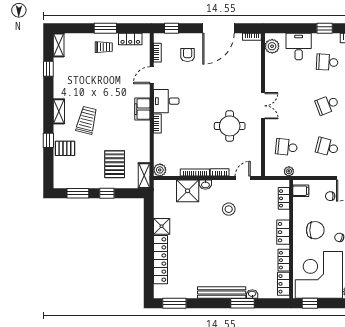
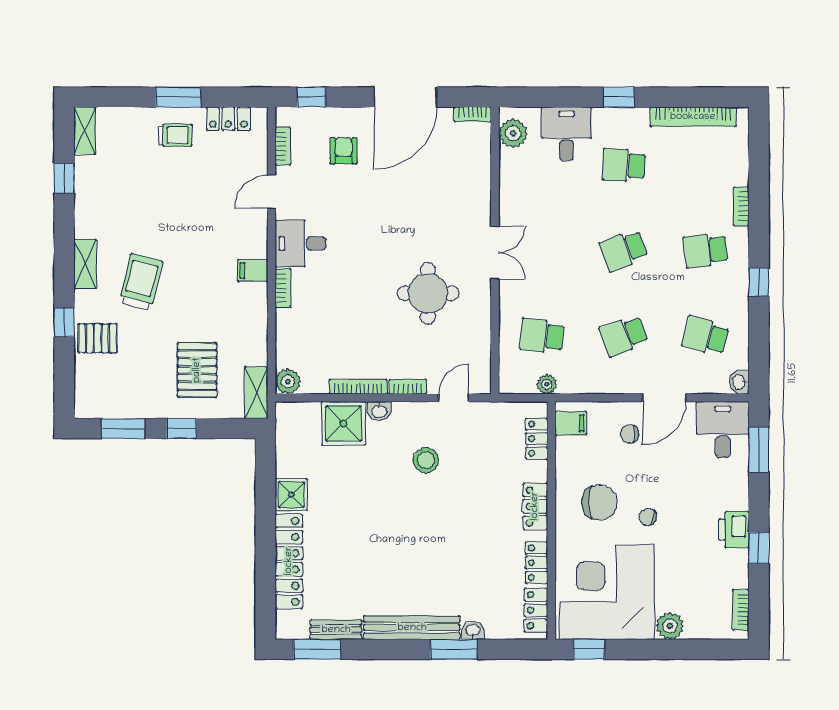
filing cabinet: (142, 109) -> (253, 271), width x0.50
school desk: (327, 147) -> (624, 336), turned -36
bench: (184, 294) -> (336, 630), added

